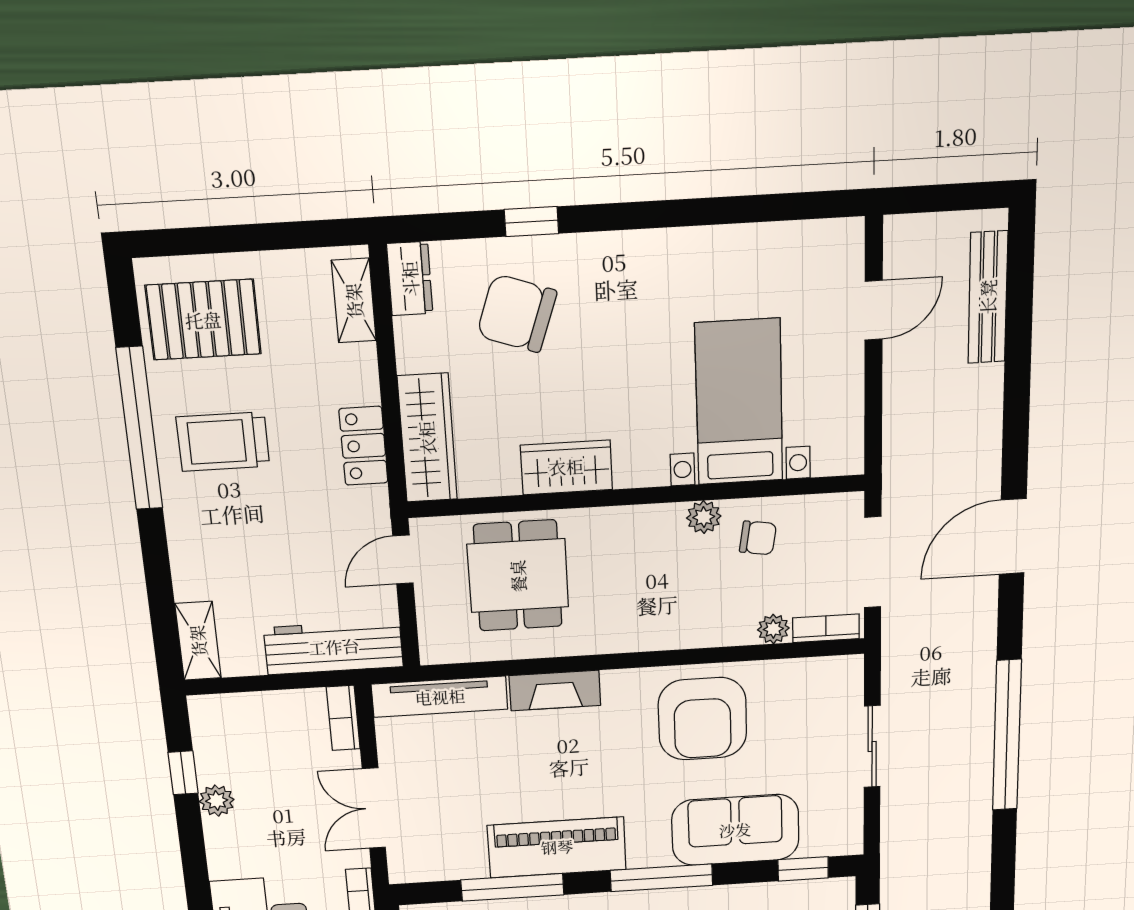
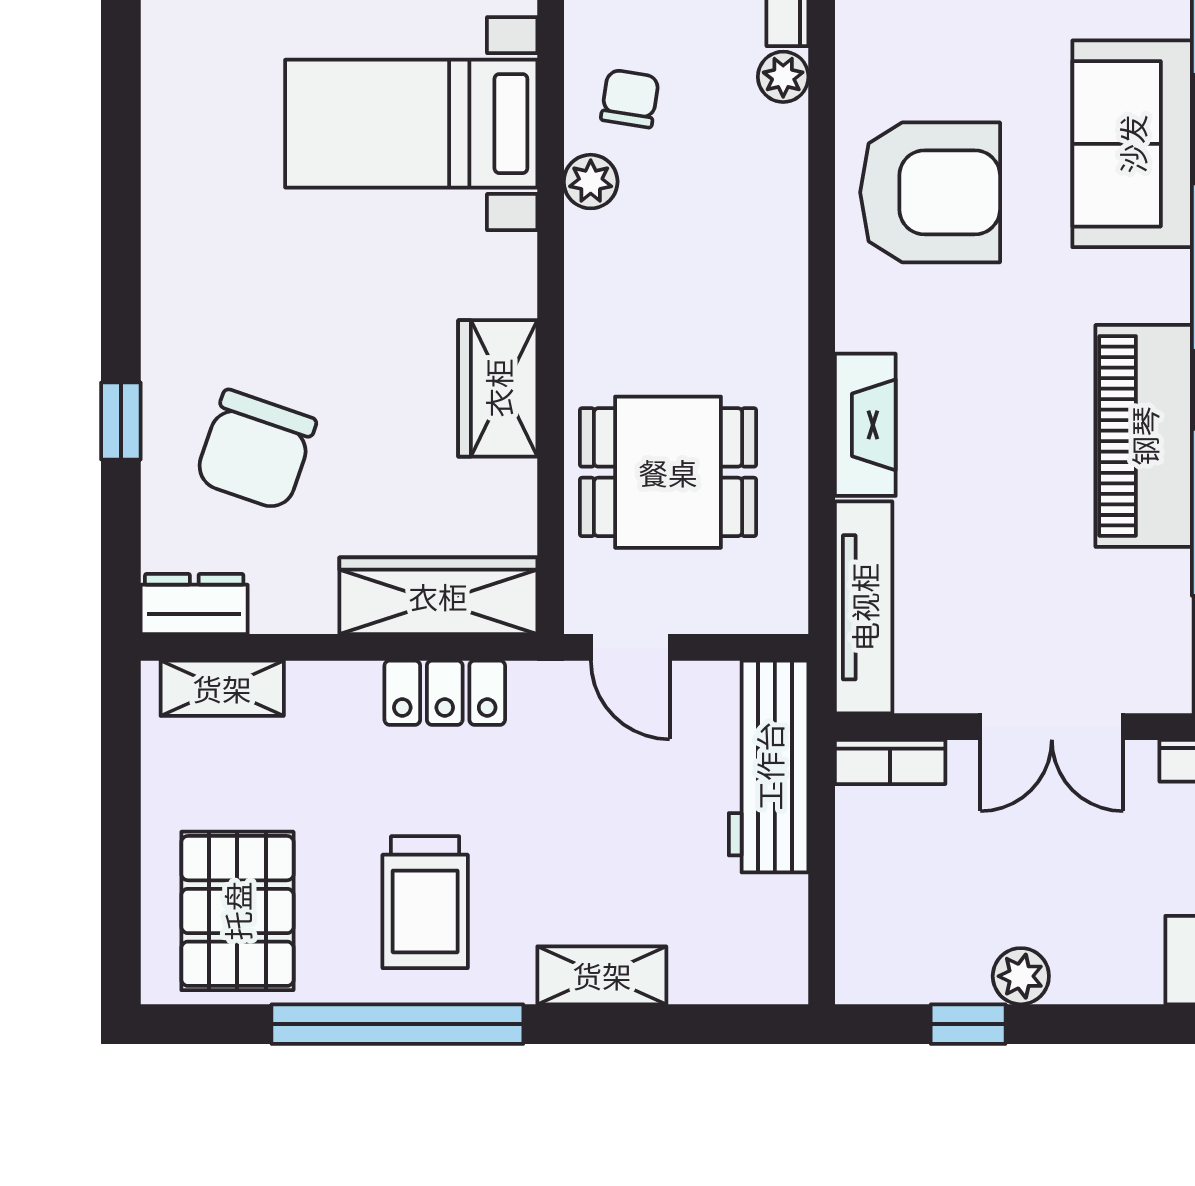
shelving: (198, 641) -> (602, 975), moved

